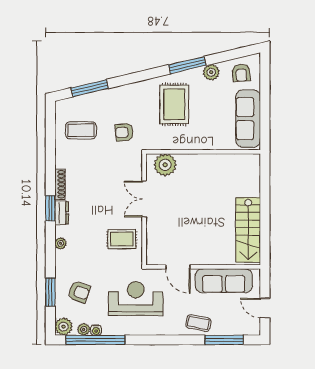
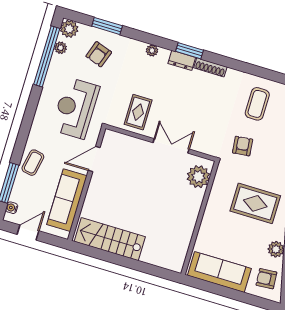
reception desk: (136, 299) -> (75, 108), turned 180
water cooler: (96, 330) -> (12, 208), moved

